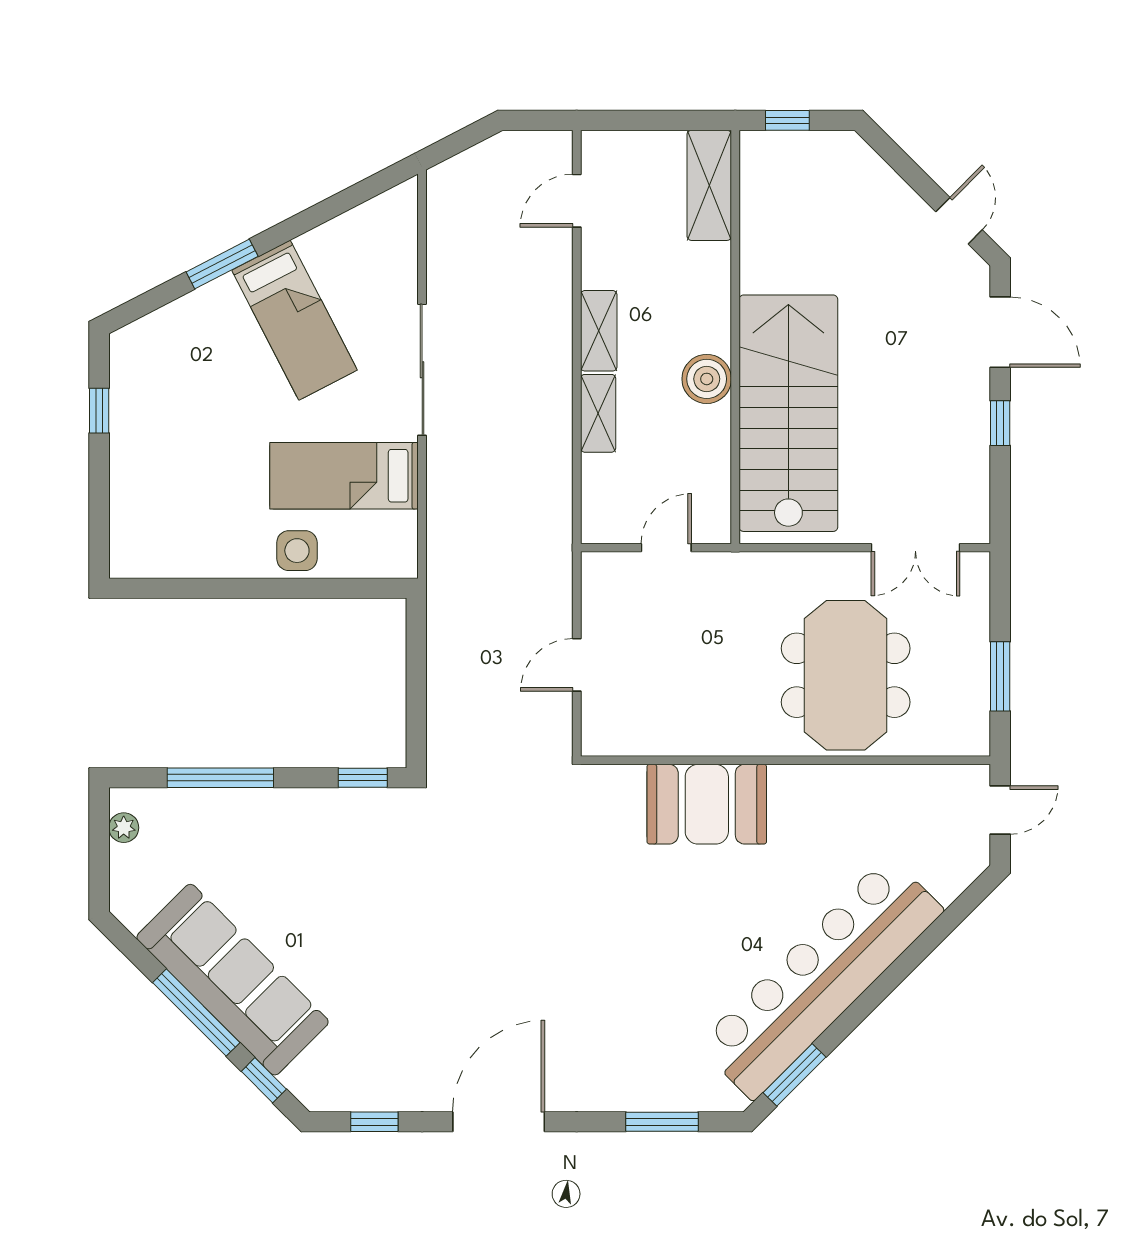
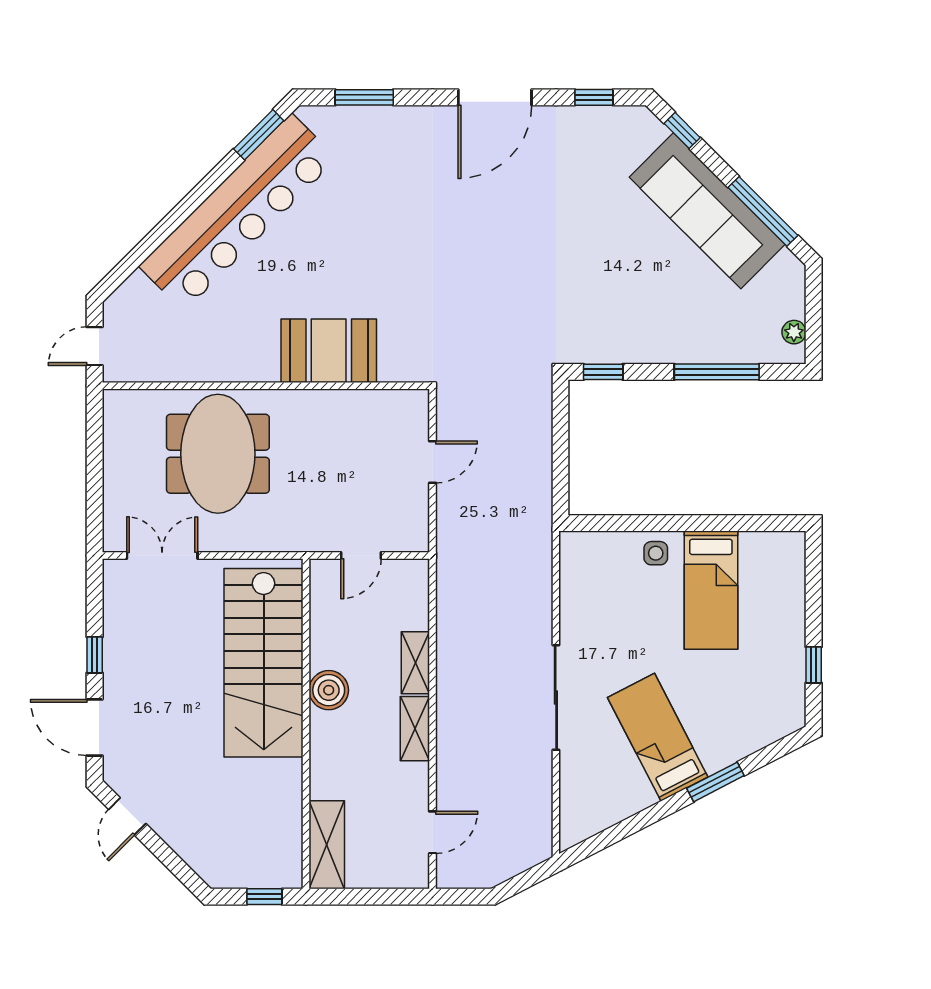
bed: (344, 476) -> (711, 590), moved, turned 90
side table: (297, 551) -> (656, 553), width x0.73, depth x0.73
window: (1000, 676) -> (95, 453), removed
window: (196, 1013) -> (763, 211), moved

